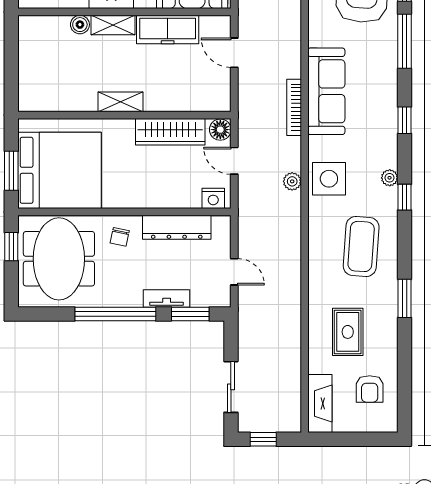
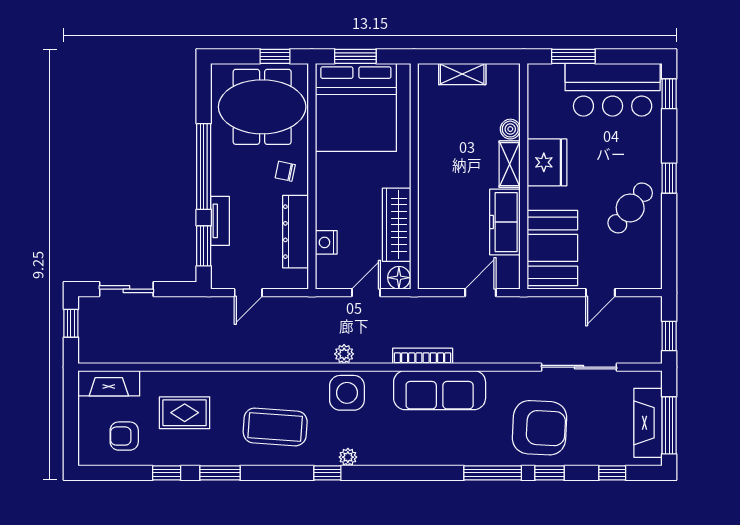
shelving: (120, 102) -> (462, 74), moved, turned 90
window: (405, 120) -> (167, 473), moved
nightstand: (213, 198) -> (326, 242), moved

